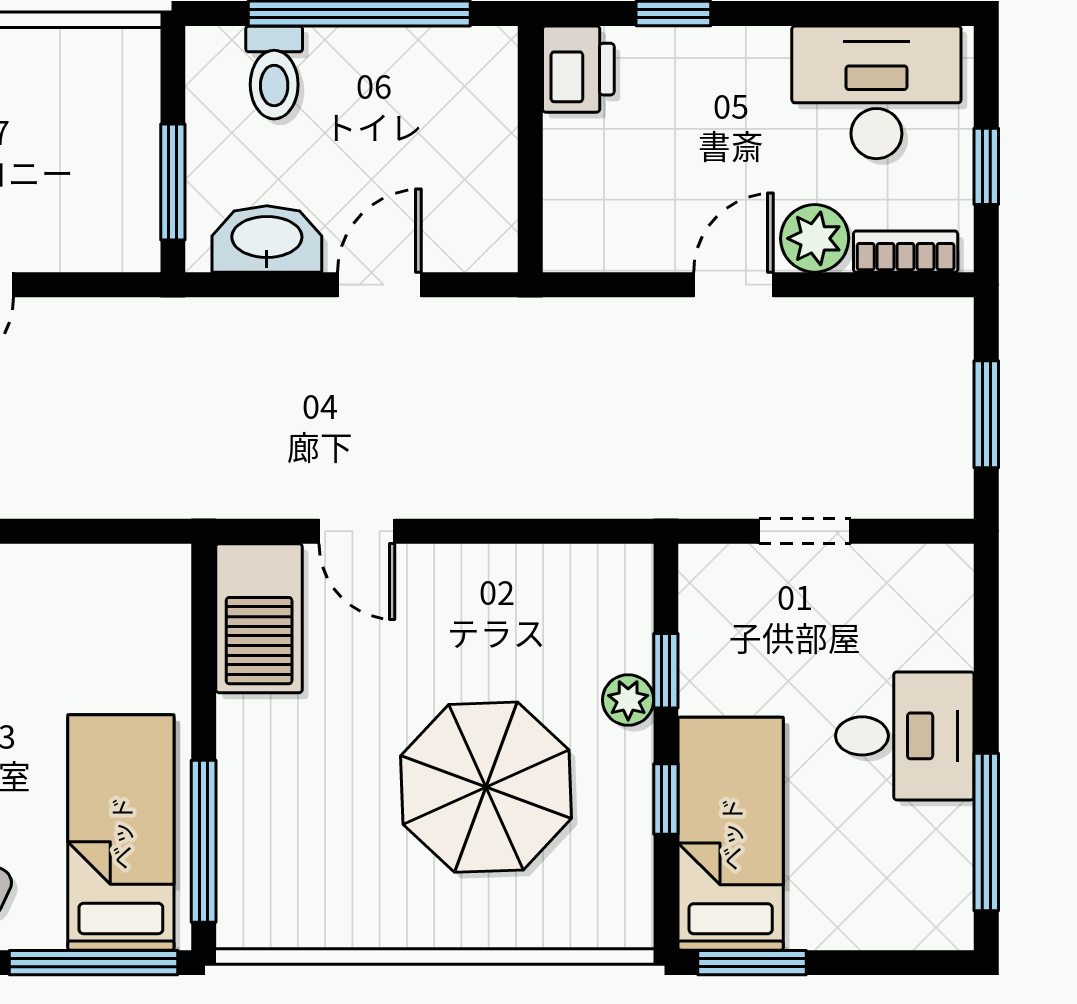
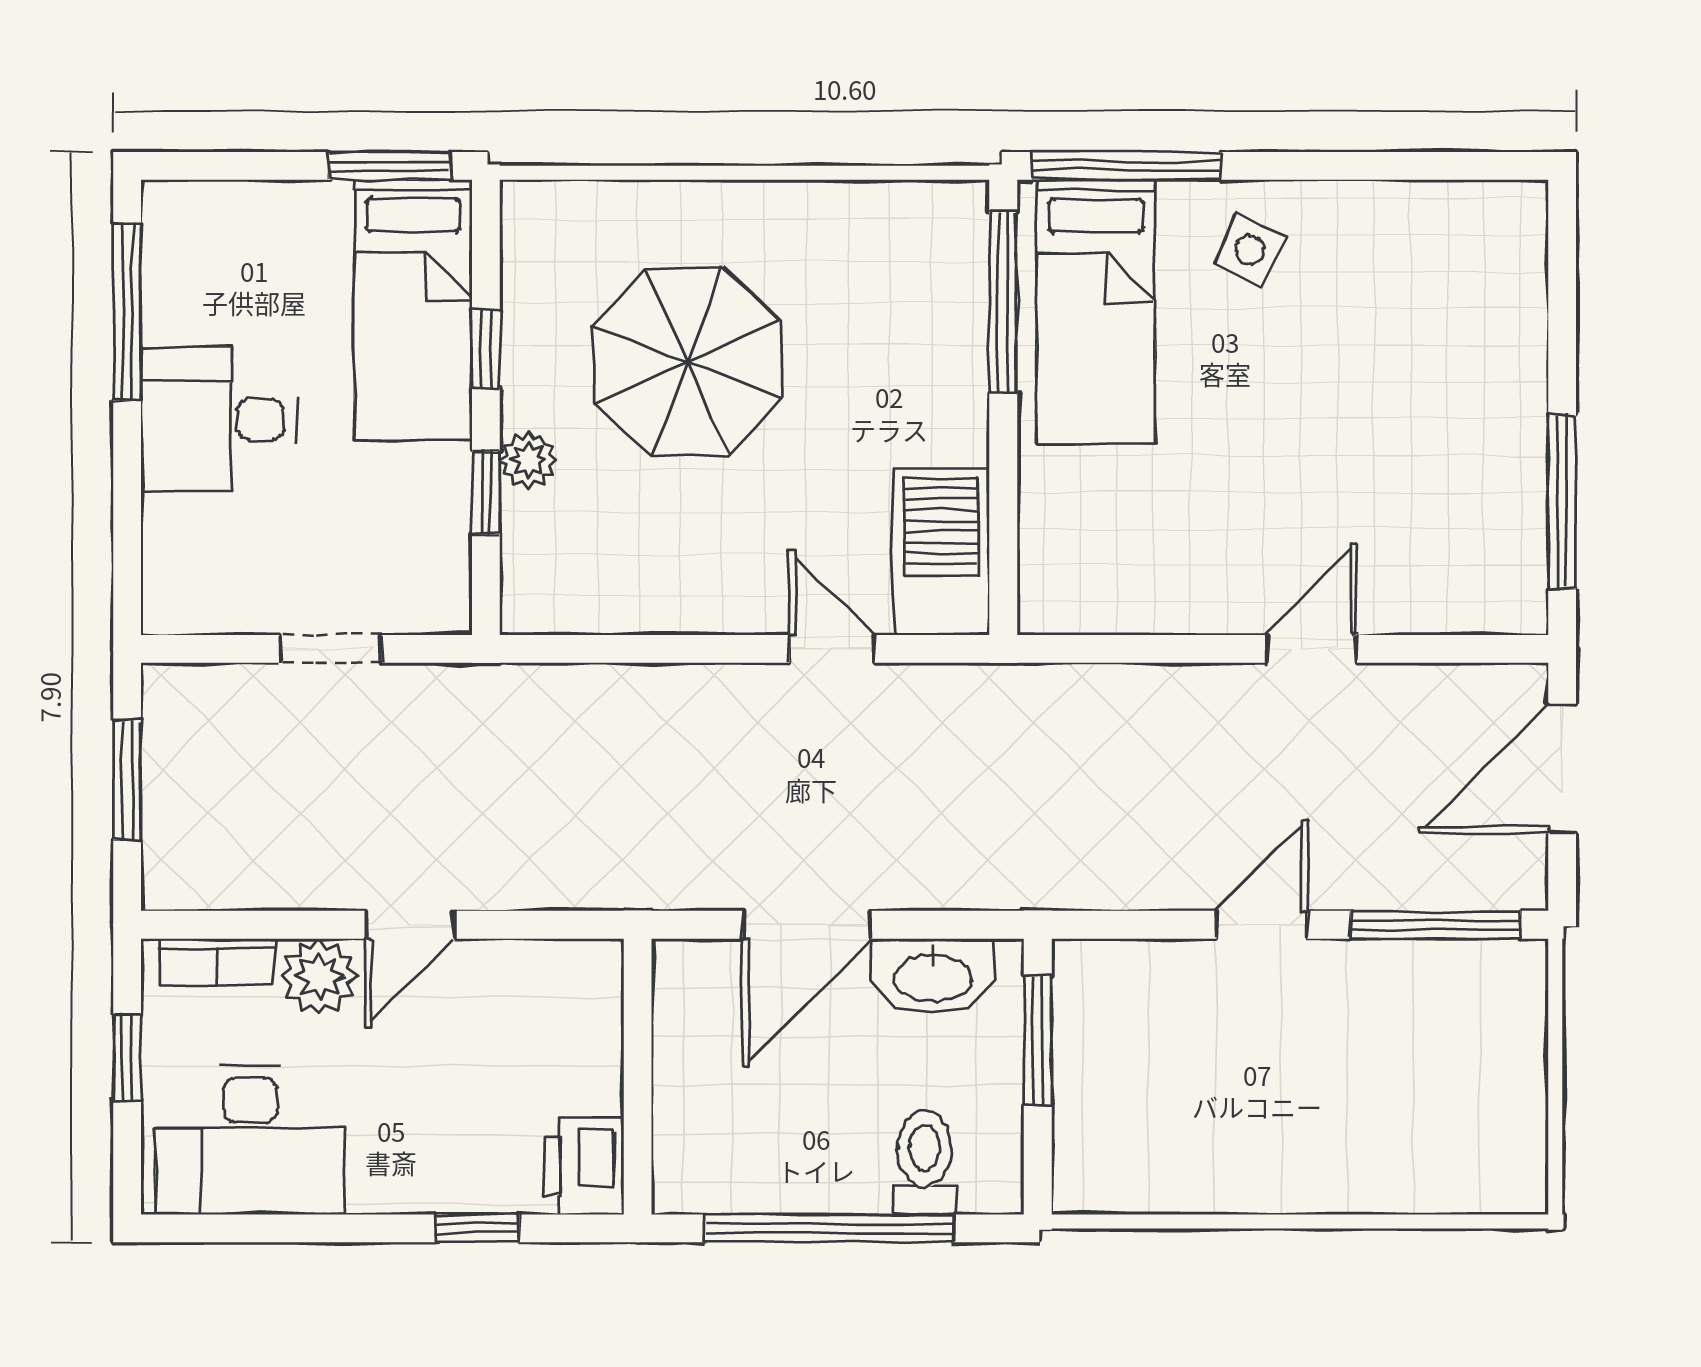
door: (379, 285) -> (807, 925), width x1.38

